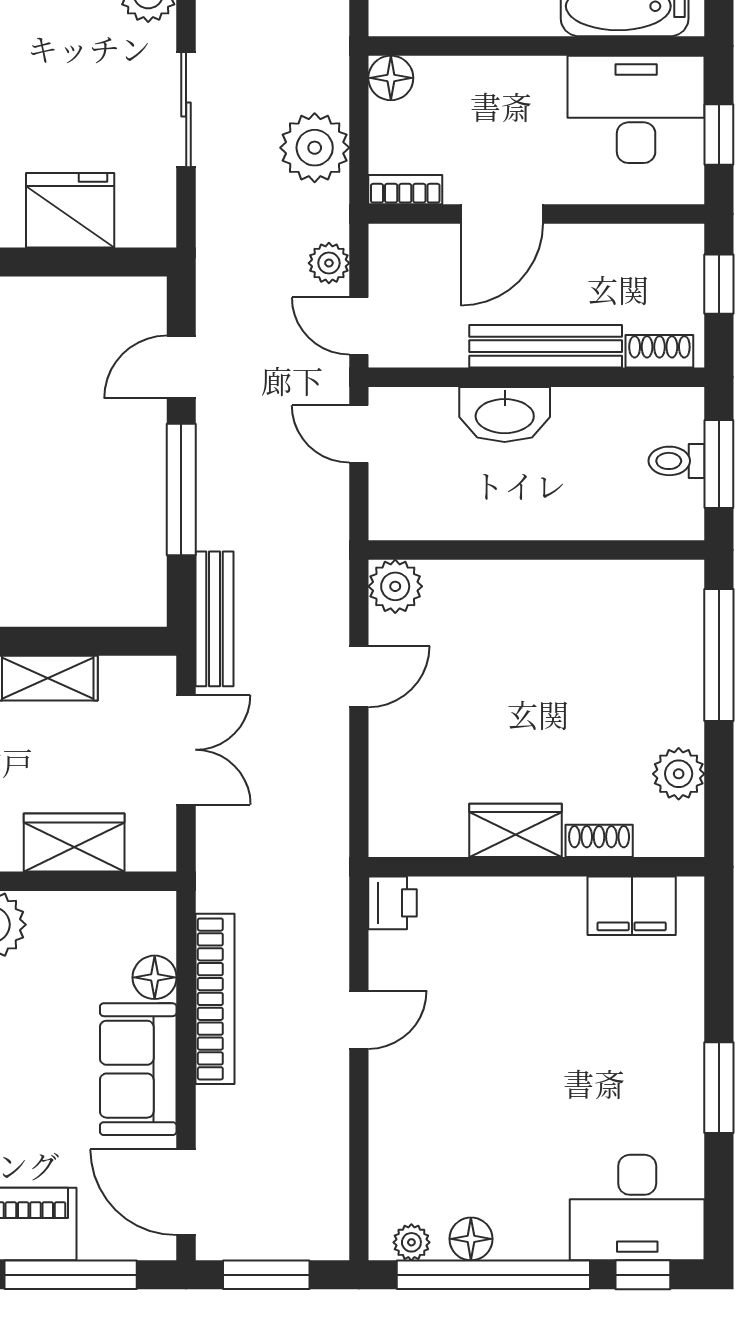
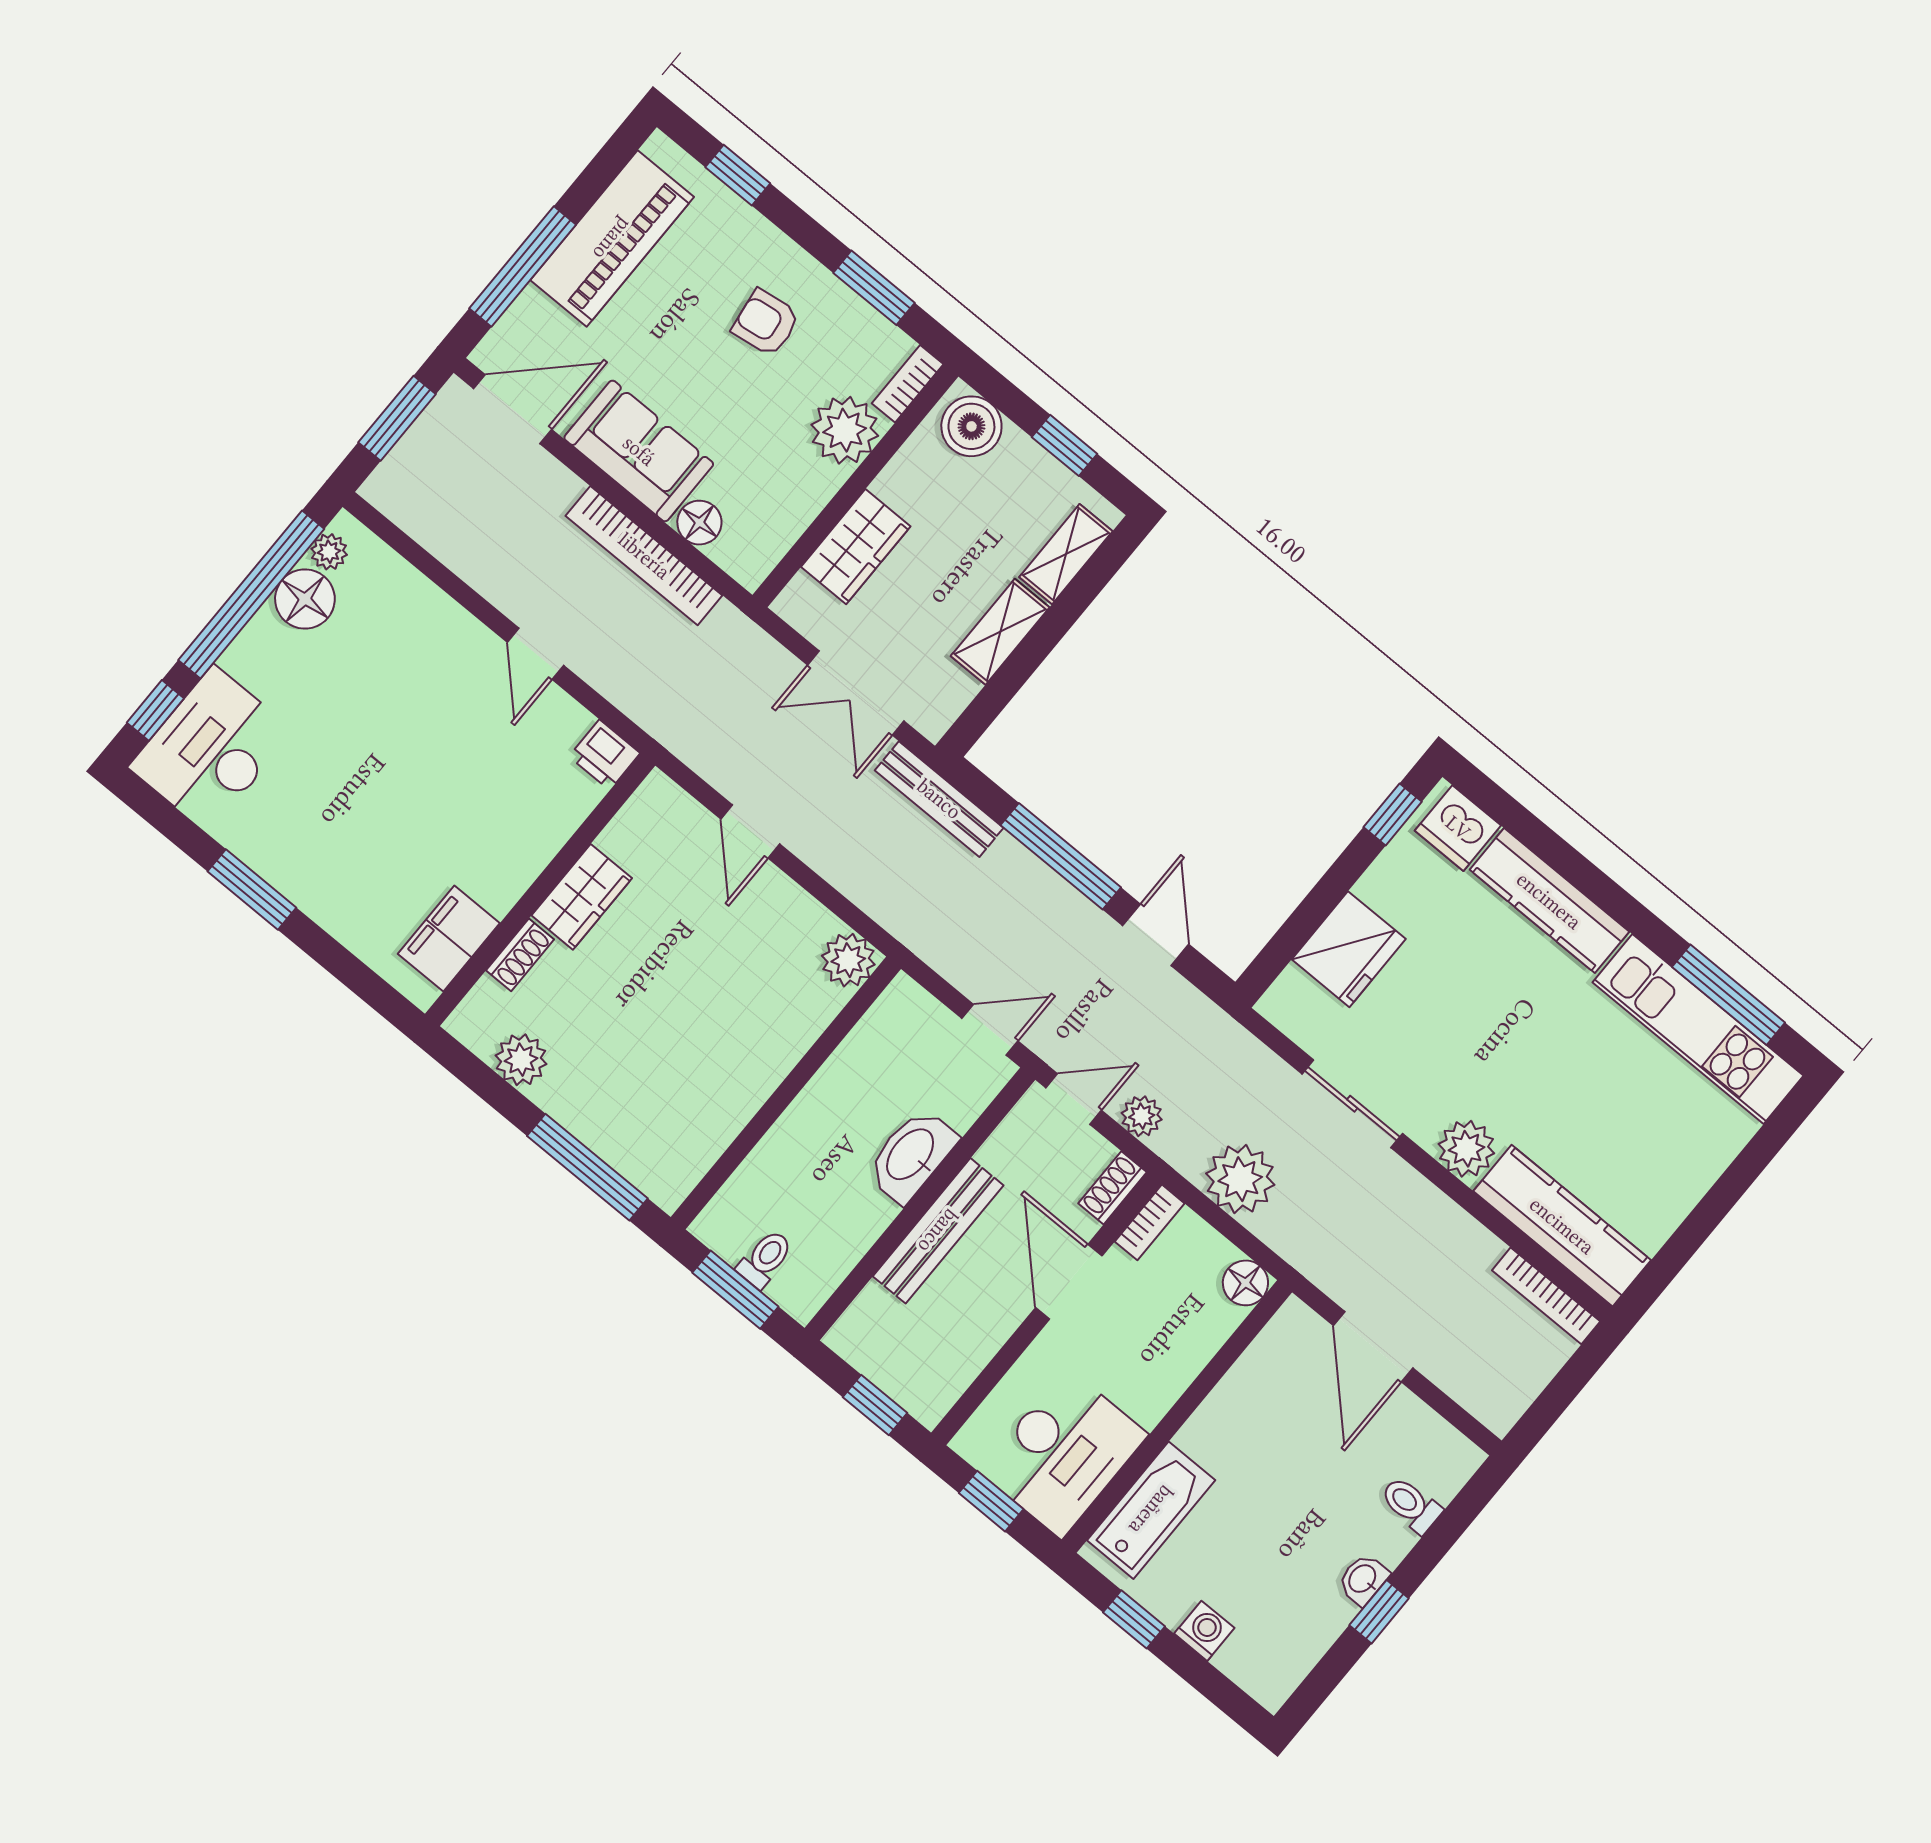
shoe rack: (659, 351) -> (1113, 1188), moved, turned 180
door: (359, 677) -> (750, 831), moved
floor lamp: (471, 1239) -> (305, 599), width x1.38, depth x1.38

